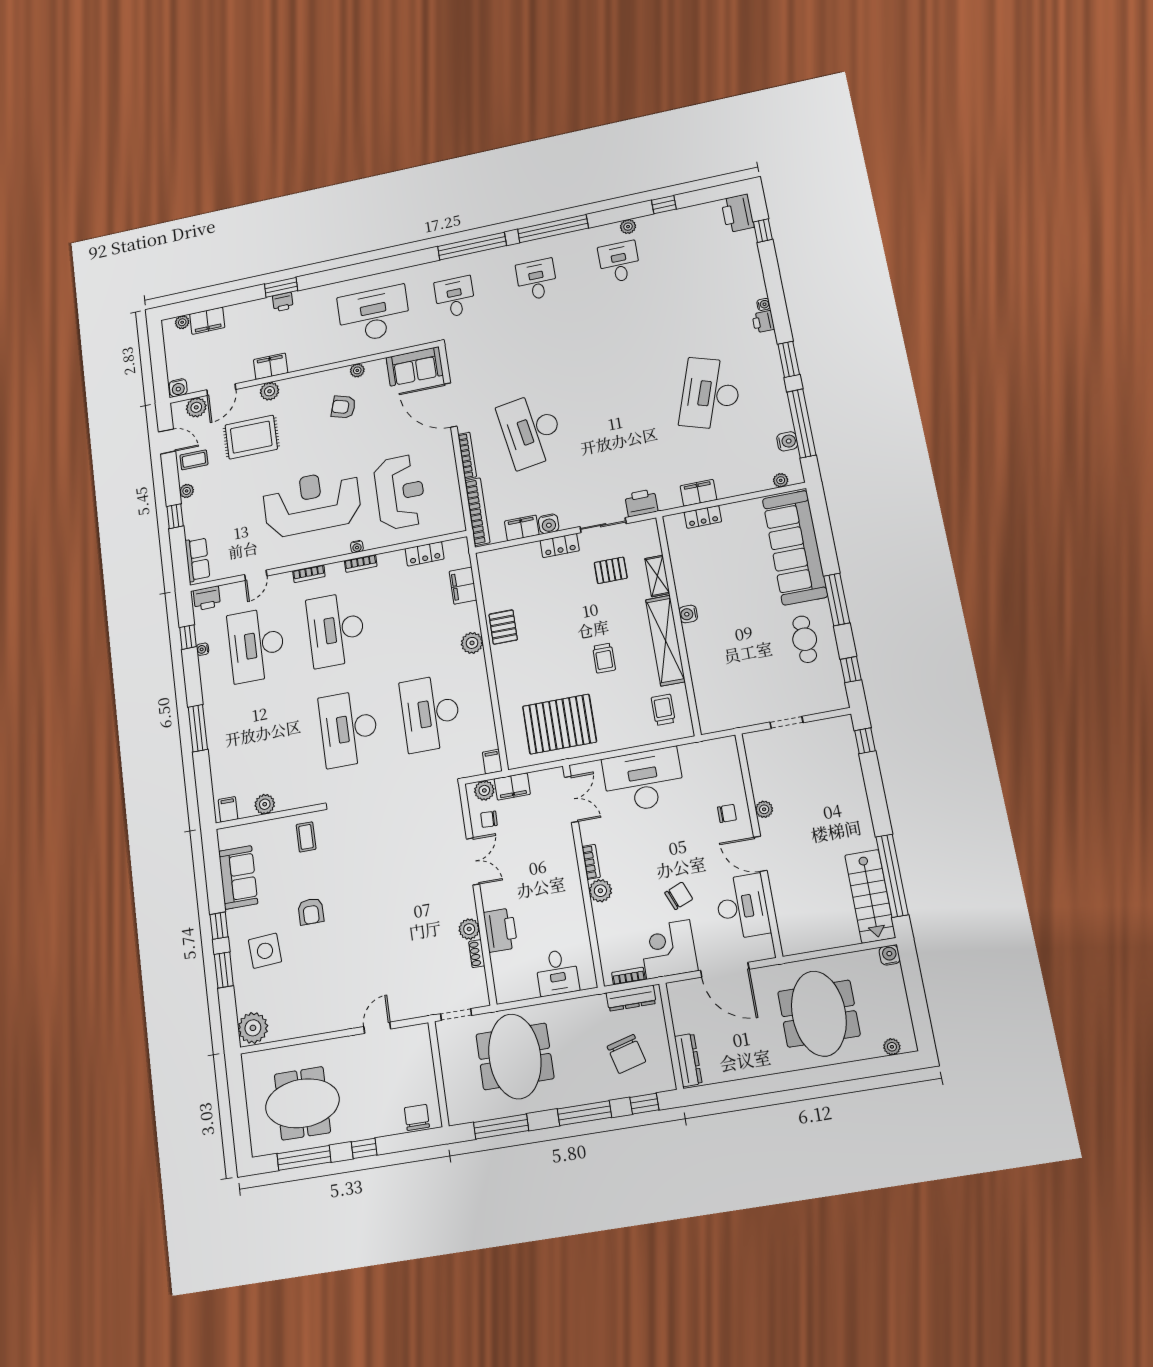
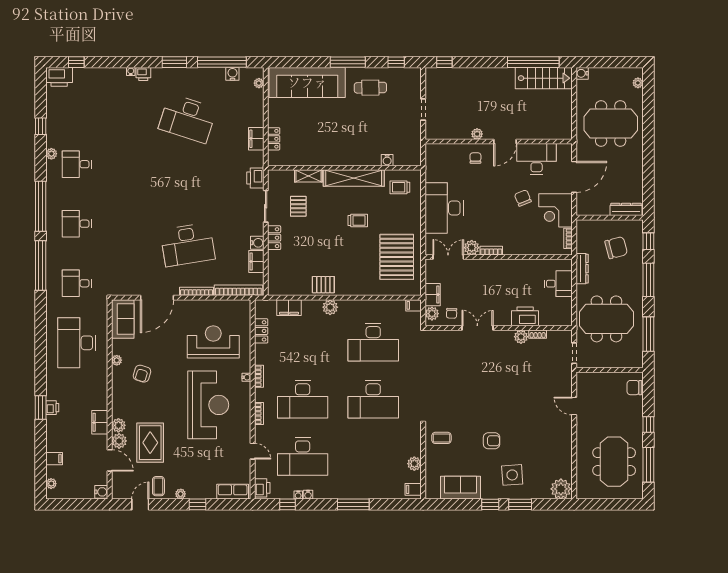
filing cabinet: (207, 321) -> (54, 459), width x0.50
plant: (196, 407) -> (119, 441), moved
reception desk: (312, 503) -> (208, 405), turned 180
water cooler: (688, 614) -> (387, 160), moved
water cooler: (205, 663) -> (308, 495), added
plant: (600, 891) -> (472, 248), moved
dresser: (631, 998) -> (582, 269), moved

